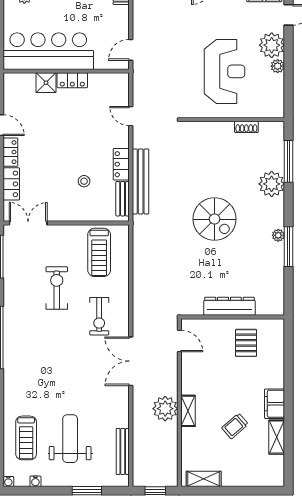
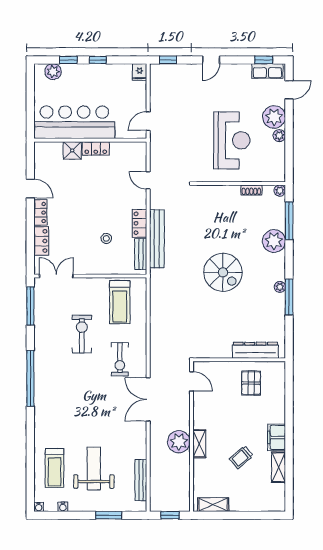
plant: (278, 128) -> (280, 191), added
dresser: (229, 306) -> (255, 350), moved

